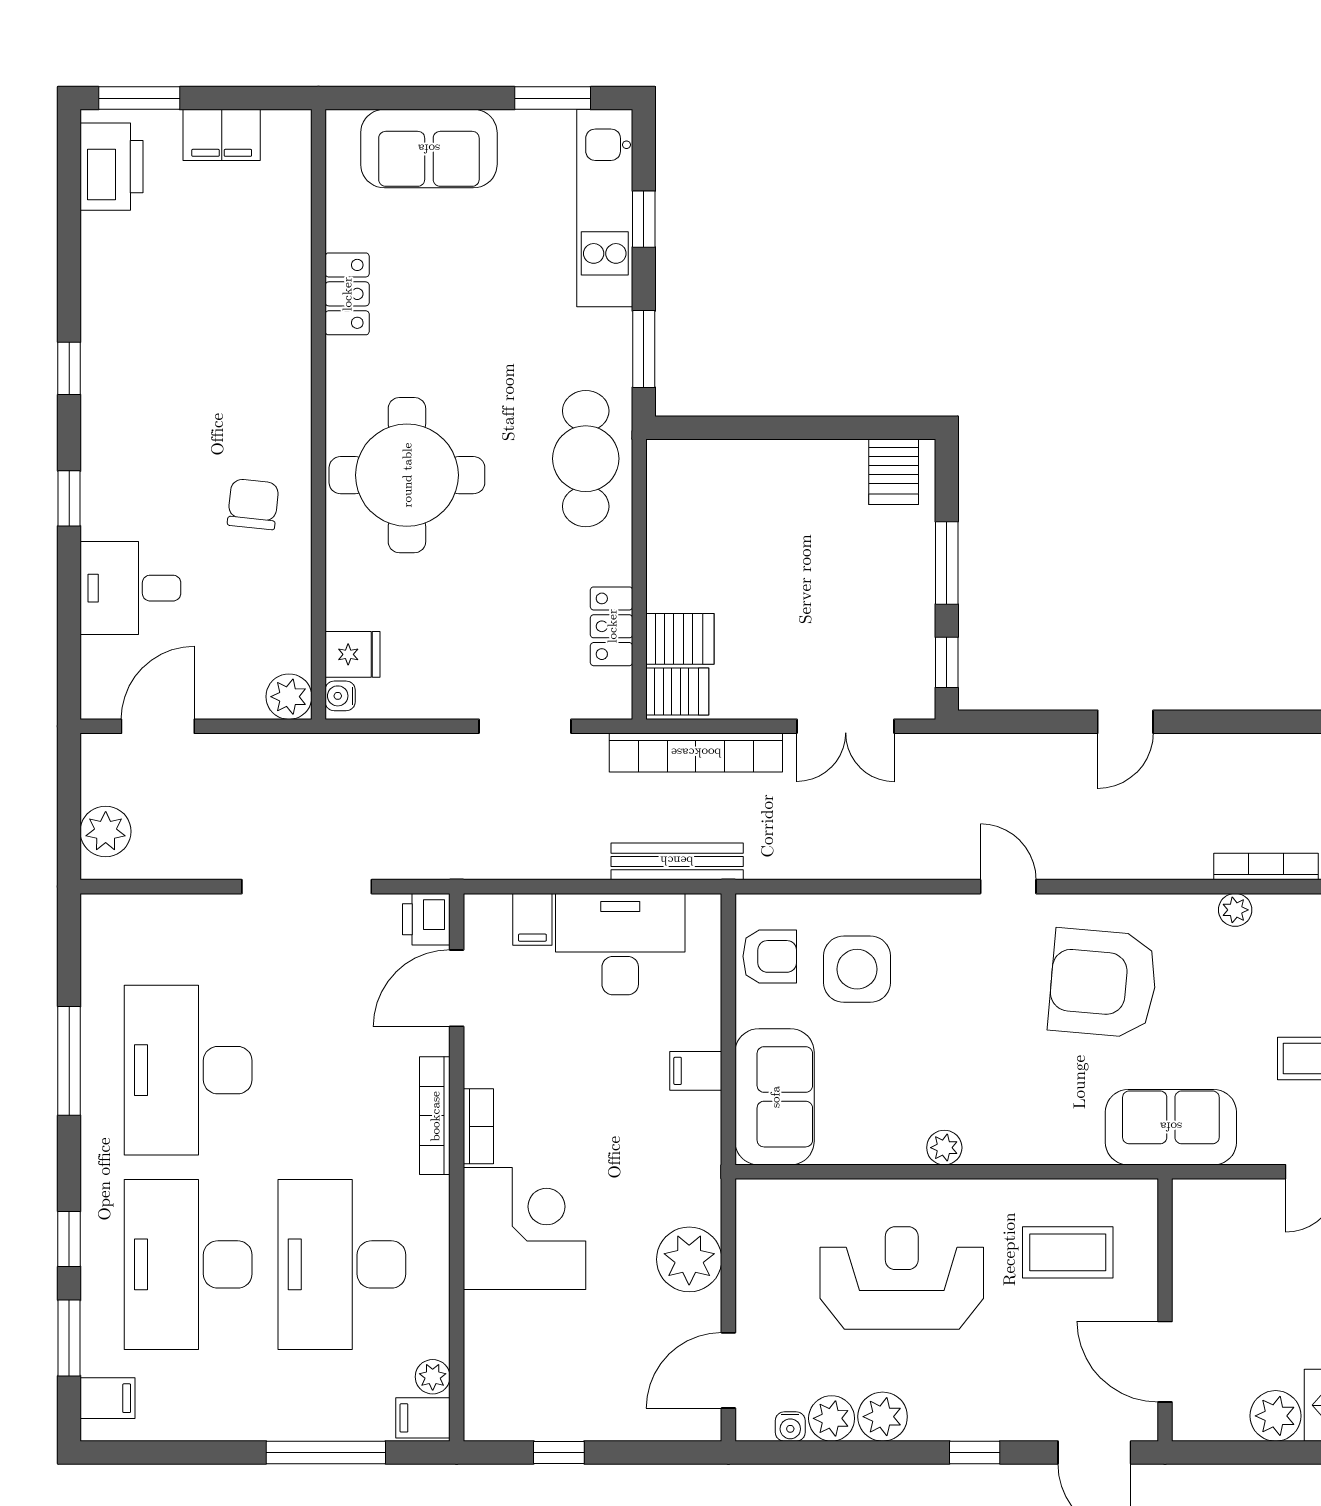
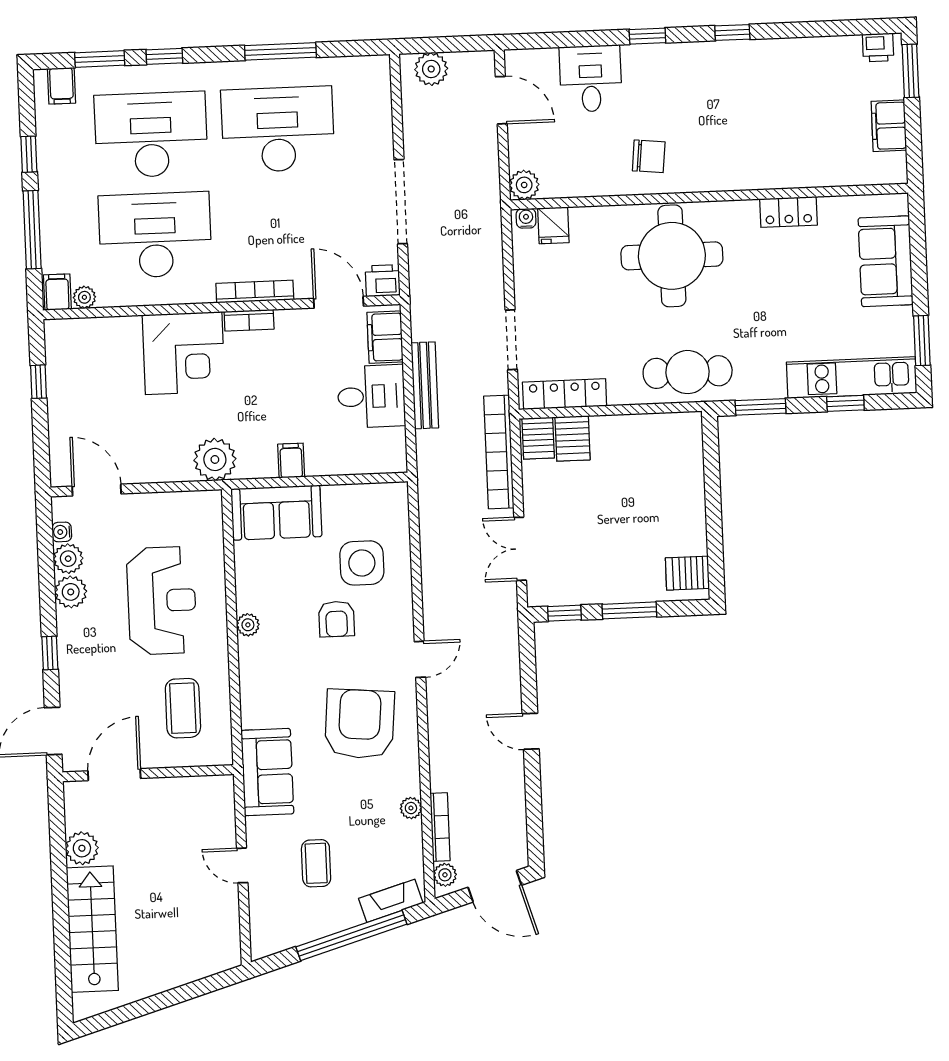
printer: (112, 167) -> (878, 48), width x0.53, depth x0.68
locker: (612, 626) -> (565, 394), width x1.53
bench: (677, 861) -> (425, 385), moved
filing cabinet: (532, 919) -> (385, 337), width x2.00
desk: (620, 944) -> (371, 396), width x0.73
armchair: (770, 956) -> (336, 619), moved
plant: (689, 1259) -> (215, 459), moved
window: (210, 1452) -> (29, 154), added

